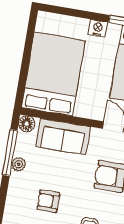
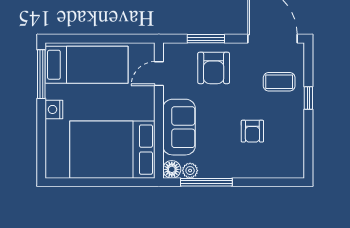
plant: (19, 164) -> (190, 171), moved

